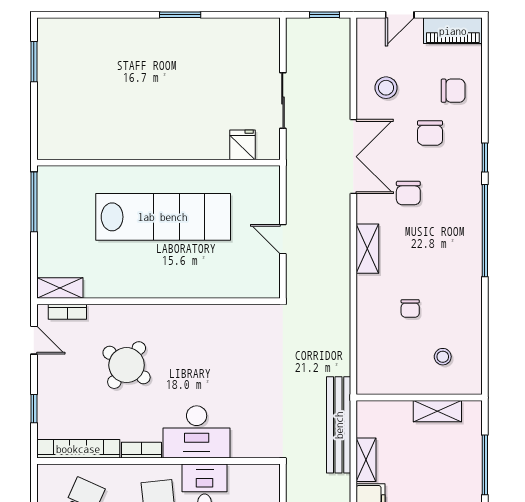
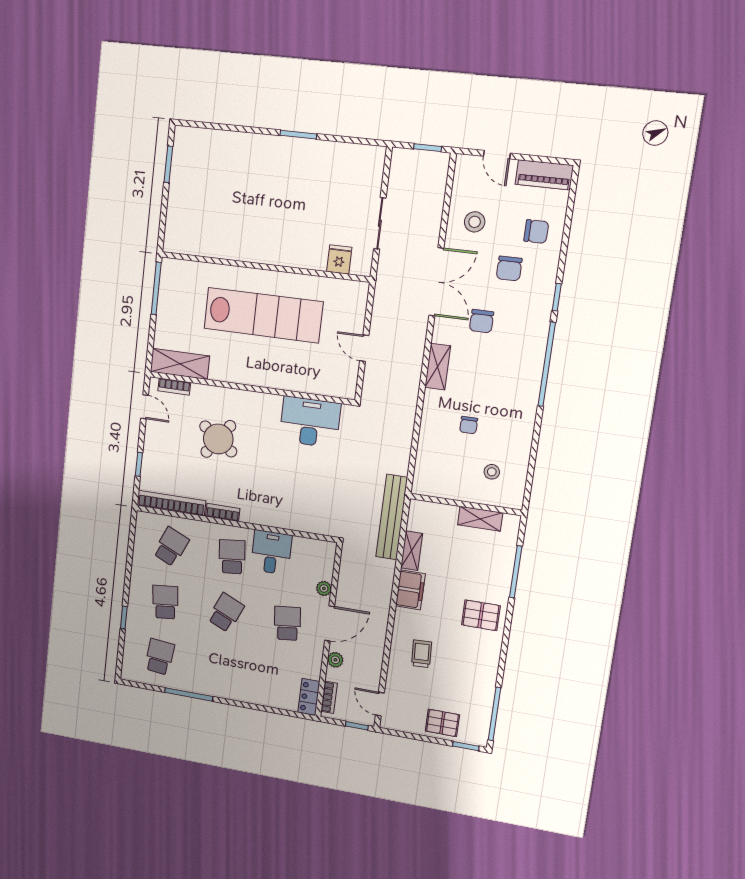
door: (400, 15) -> (497, 155), hinge flipped
shelving: (60, 288) -> (180, 364), width x1.50, depth x1.33
desk: (197, 432) -> (310, 422), moved, turned 180

